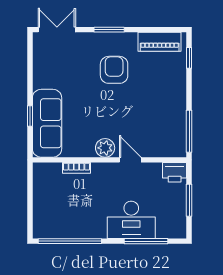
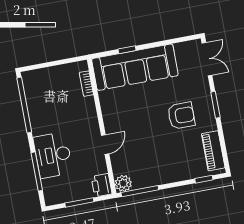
sofa: (47, 123) -> (135, 67), width x1.36, depth x1.27
plant: (105, 148) -> (123, 183), moved
bookcase: (76, 168) -> (86, 84), moved

